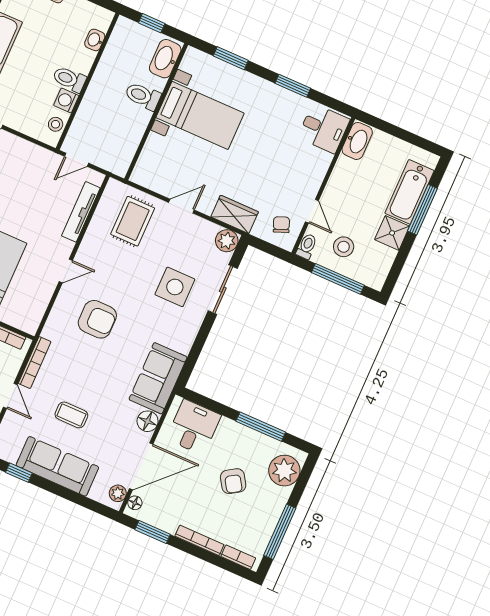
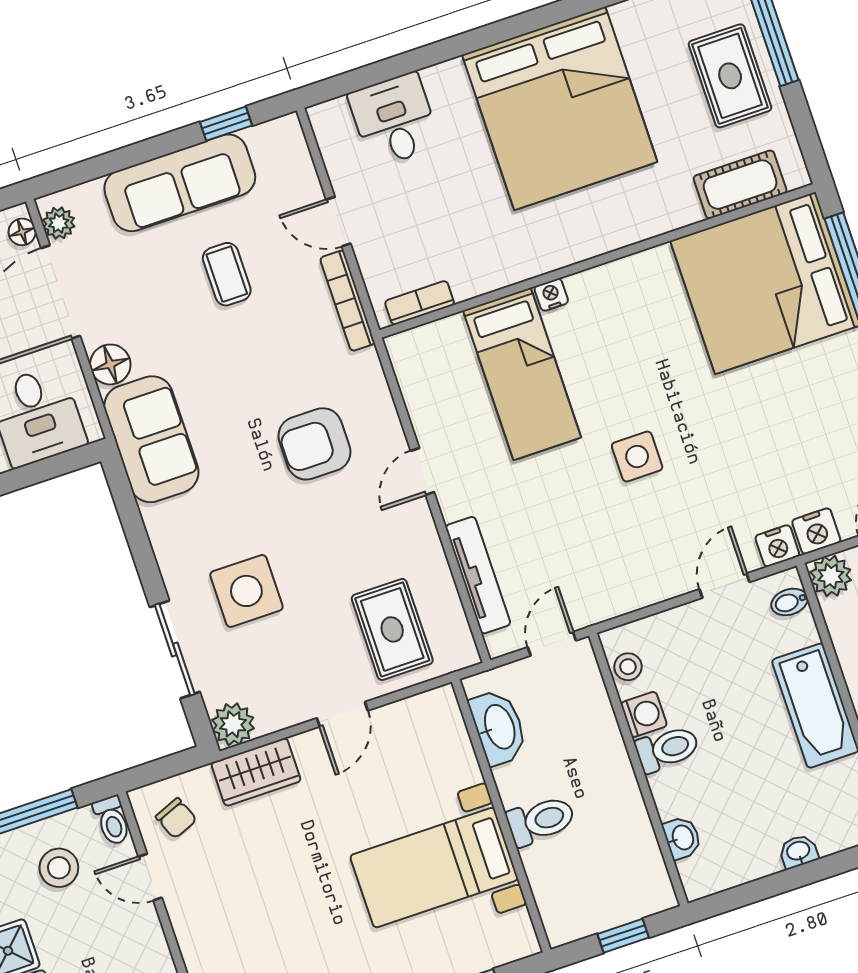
washbasin: (165, 59) -> (498, 727), moved
coffee table: (71, 415) -> (227, 274), turned 90

